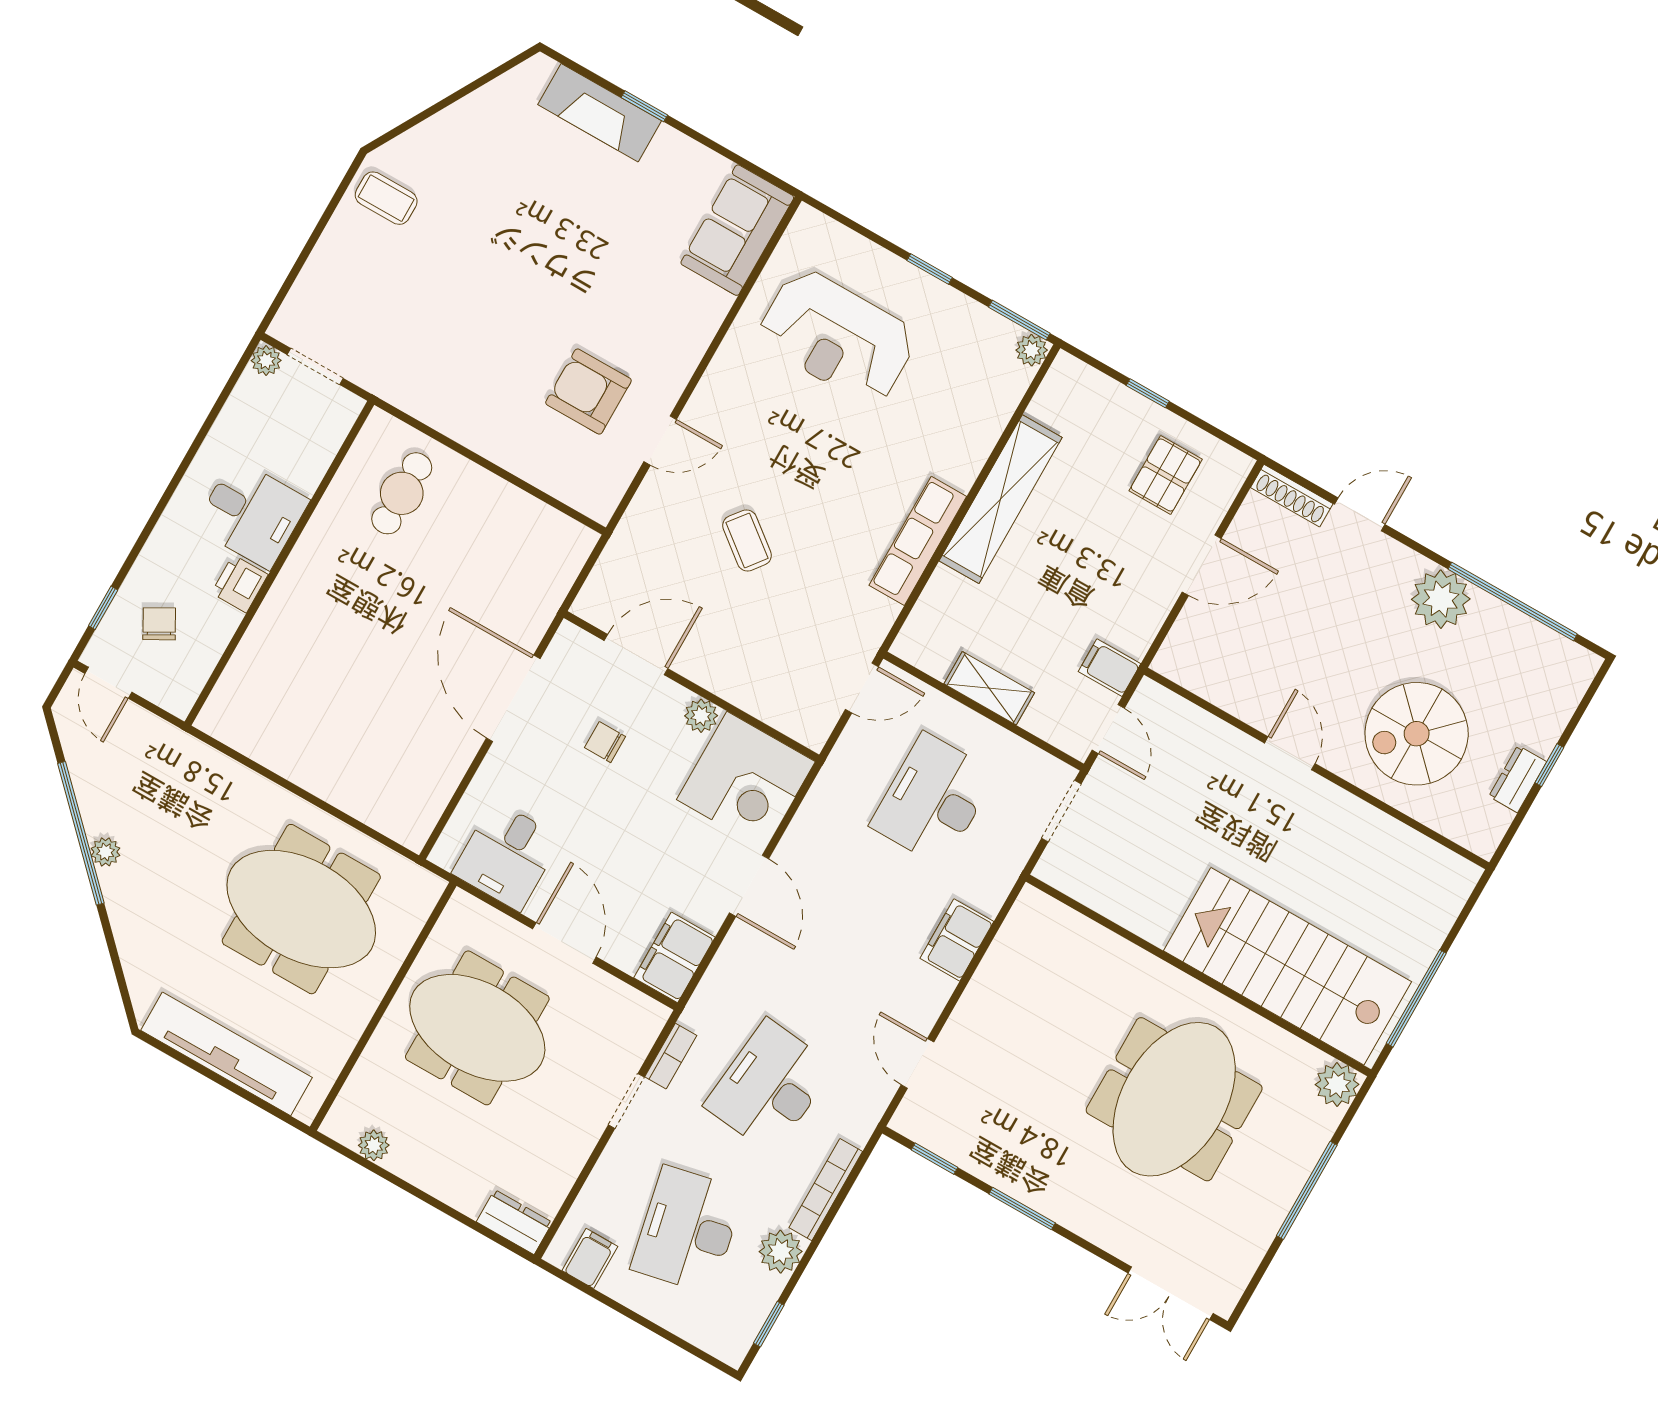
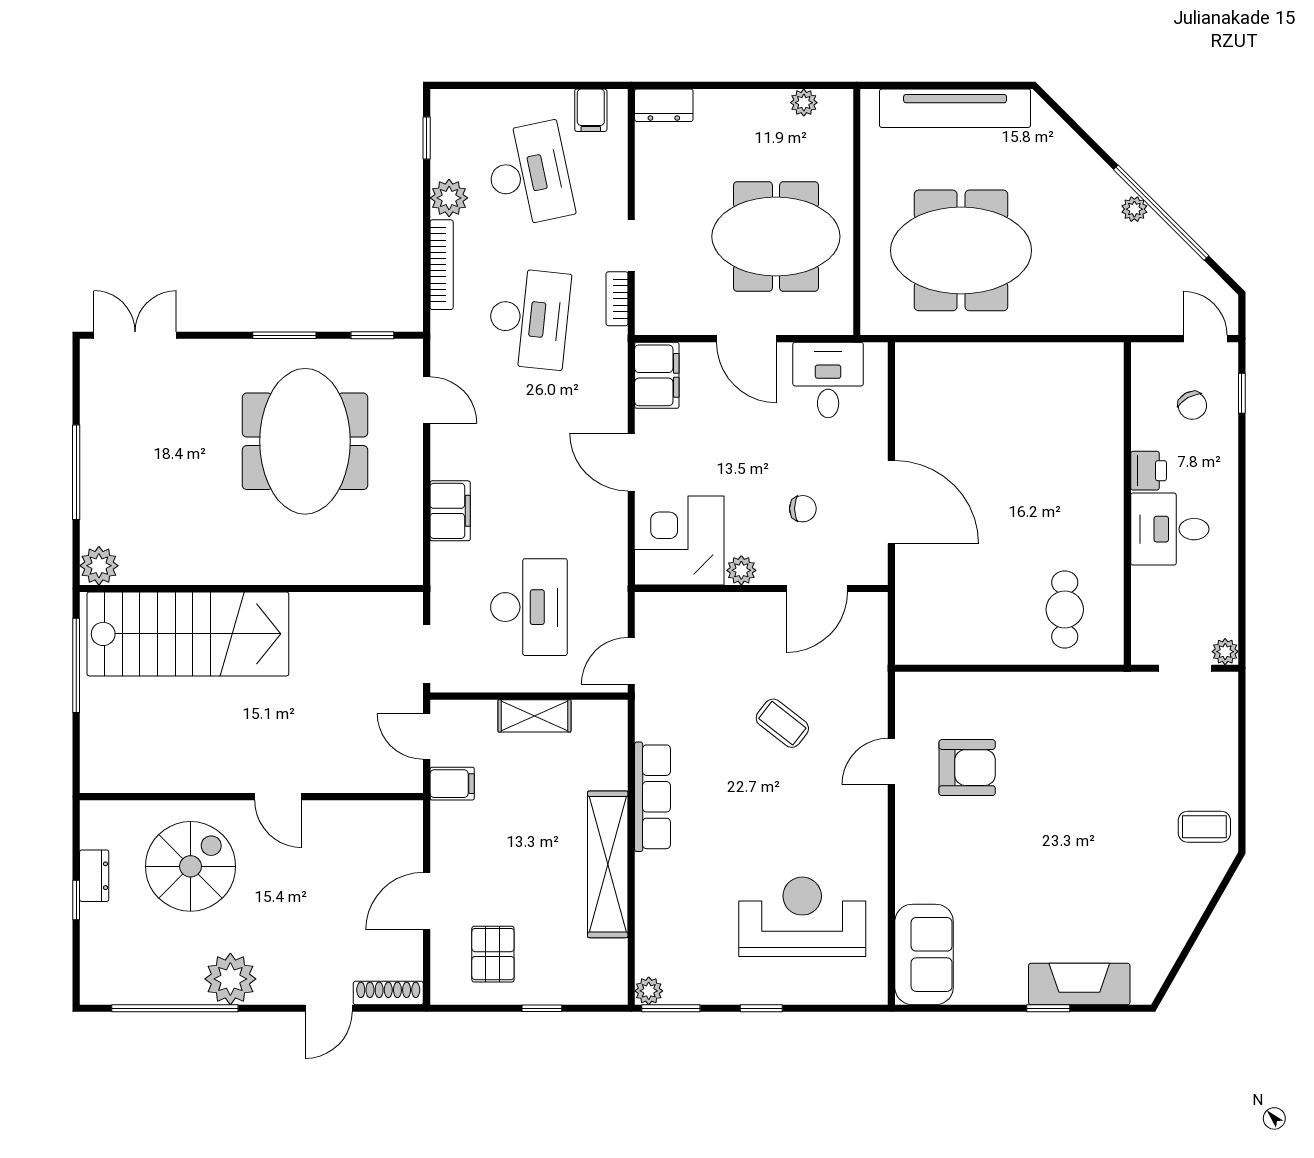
meeting table: (1174, 1099) -> (305, 441), moved

